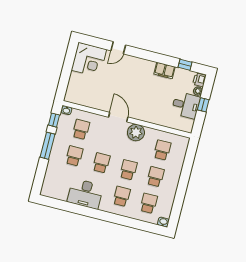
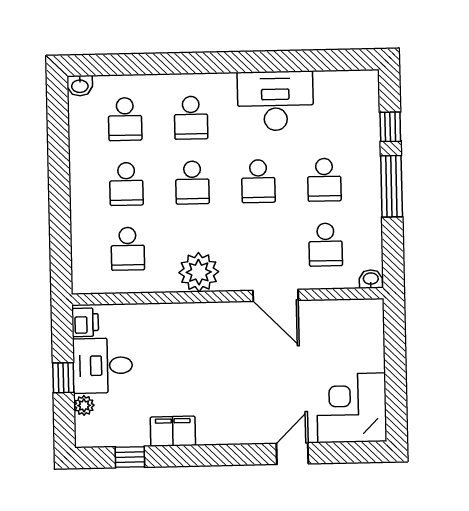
printer: (199, 80) -> (85, 322), moved
door: (118, 117) -> (276, 295), moved
window: (54, 120) -> (390, 127), moved

